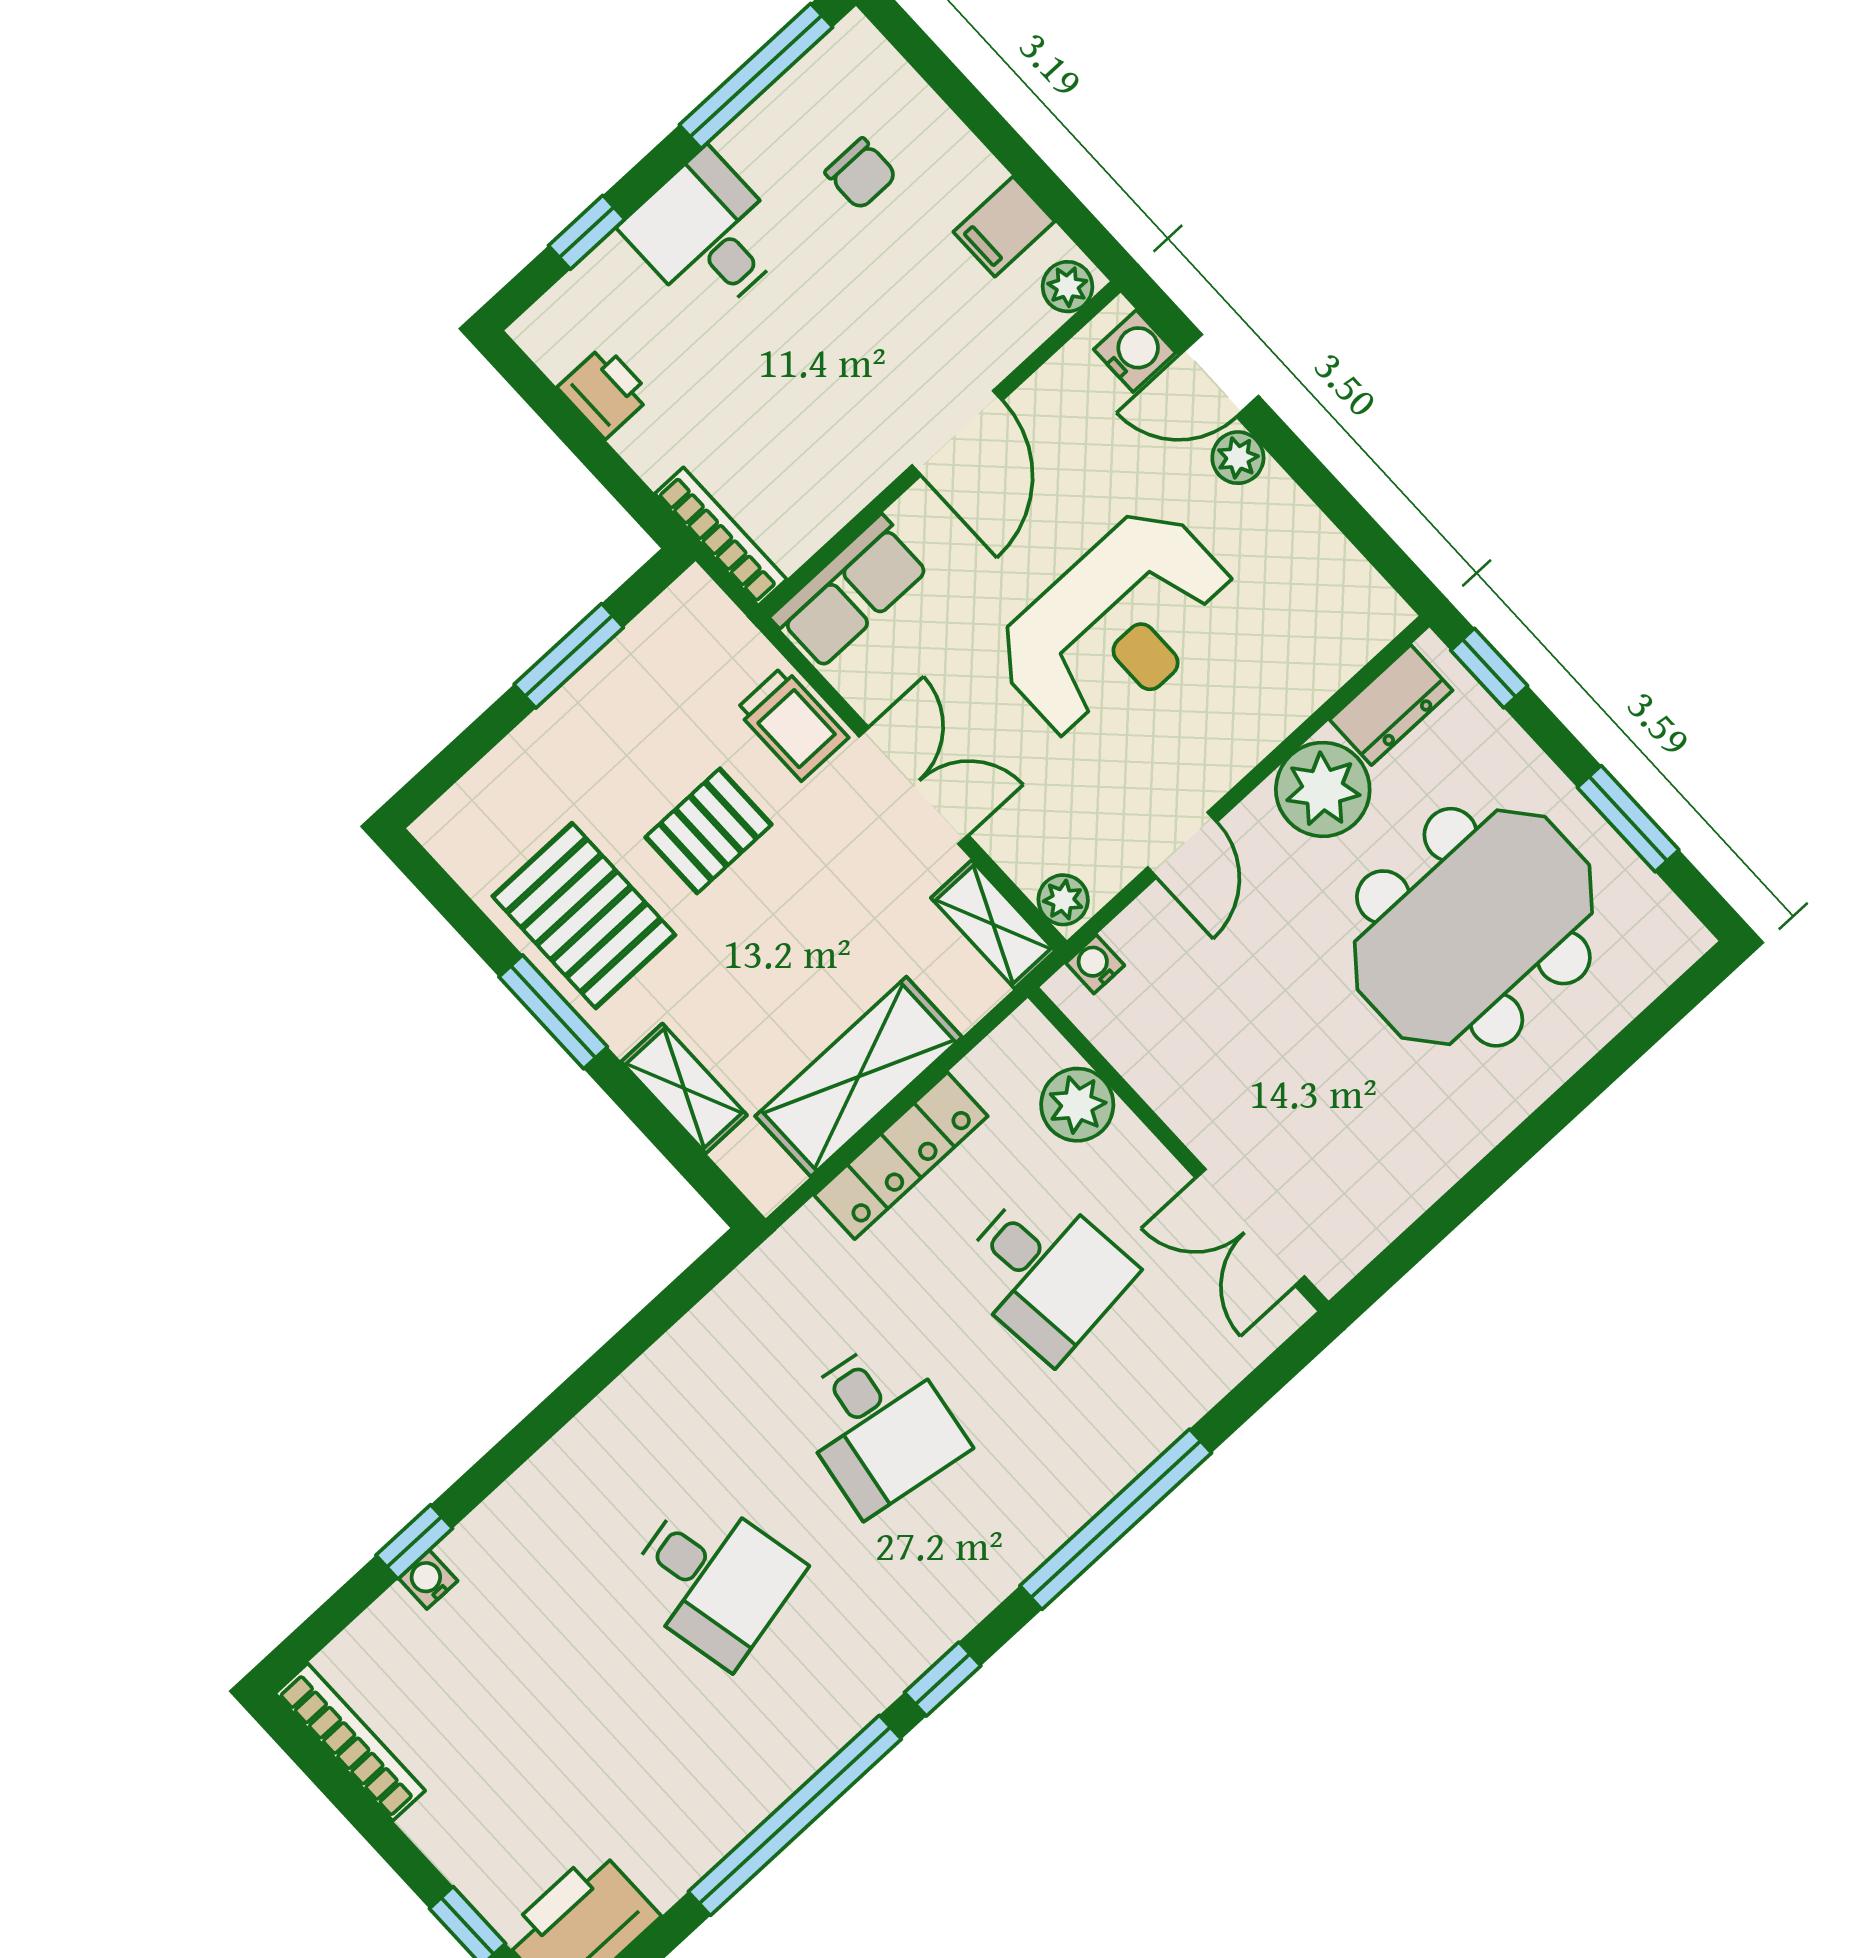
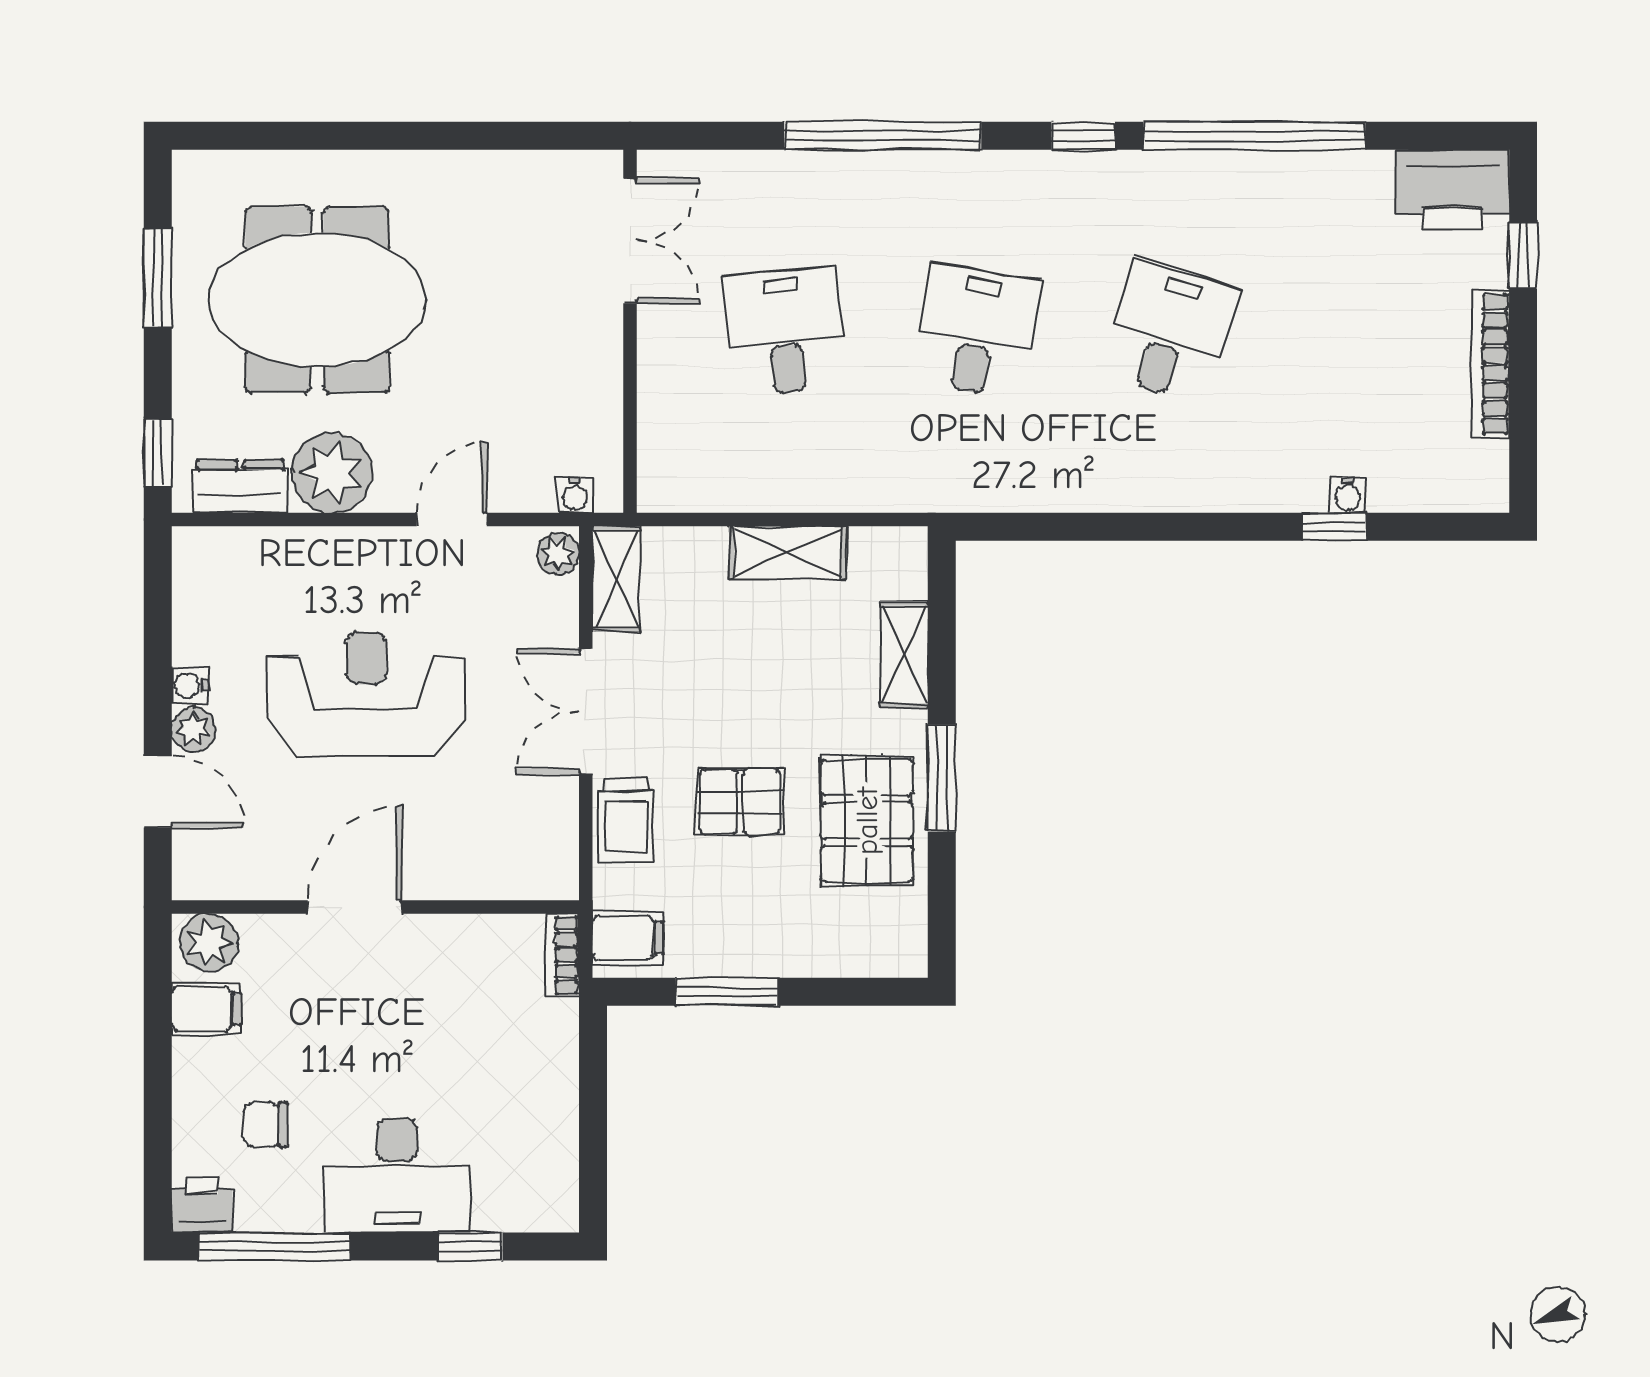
chair: (861, 174) -> (265, 1125), turned -90
desk: (707, 235) -> (397, 1176), width x1.37
plant: (1068, 287) -> (209, 943), width x1.38, depth x1.38
water cooler: (1135, 351) -> (190, 685), moved, width x0.72, depth x0.72
printer: (605, 392) -> (202, 1205), moved, turned 90
bookcase: (721, 536) -> (562, 955), width x0.64
row of seats: (850, 592) -> (514, 869), removed
filing cabinet: (697, 624) -> (628, 938), added
trolley: (792, 724) -> (626, 821), turned 180
shelving: (859, 1077) -> (788, 552), width x0.67, depth x0.75
plant: (1077, 1105) -> (667, 417), removed
locker: (901, 1156) -> (807, 487), removed
desk: (713, 1579) -> (1169, 331), turned 30
bookcase: (350, 1742) -> (1490, 364), moved

